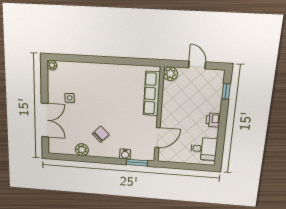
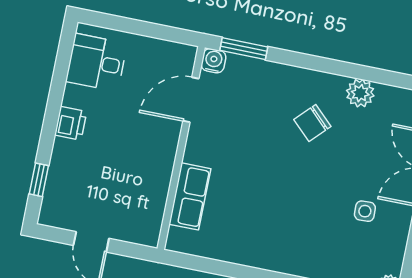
plant: (170, 74) -> (147, 232), removed
row of seats: (152, 94) -> (190, 196), width x0.68
water cooler: (125, 154) -> (214, 61), moved

